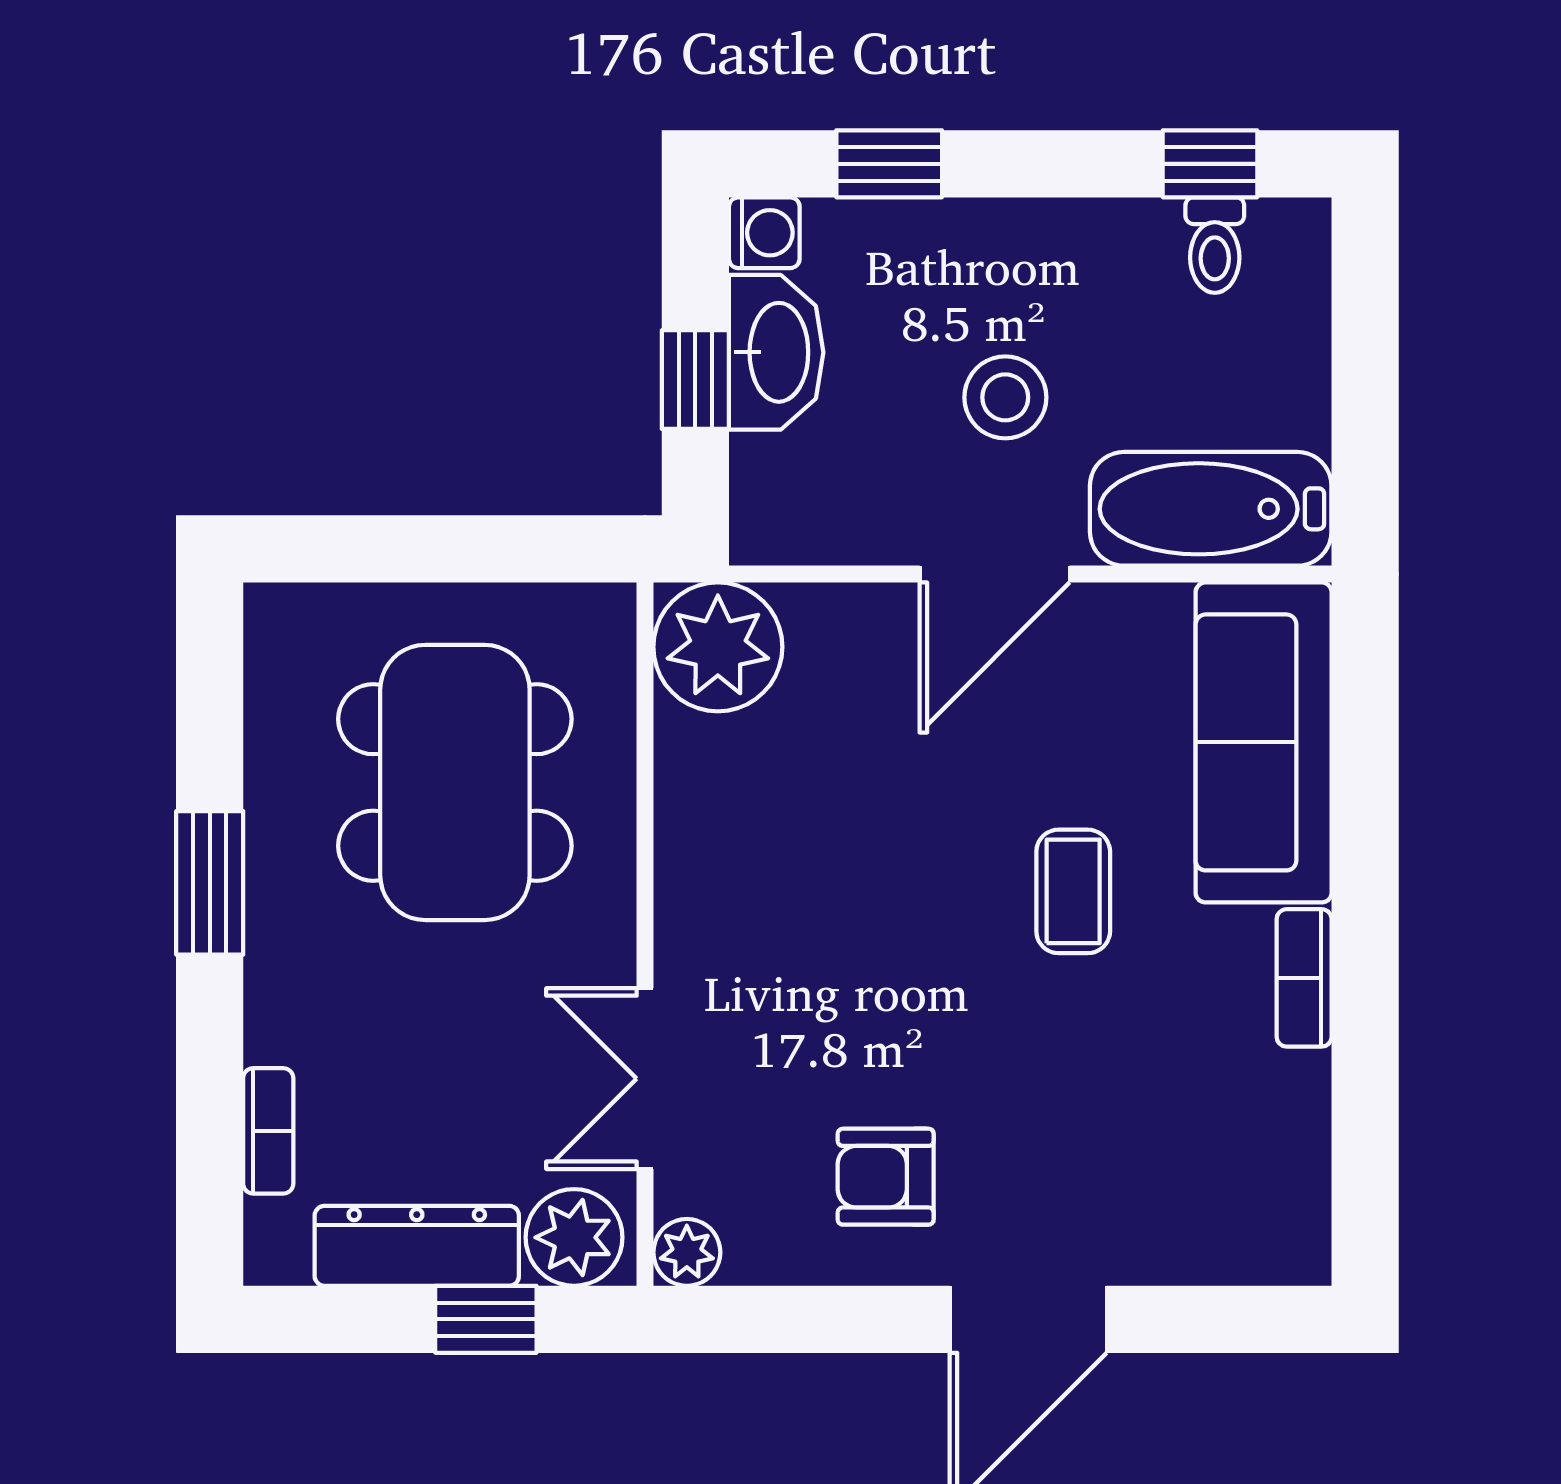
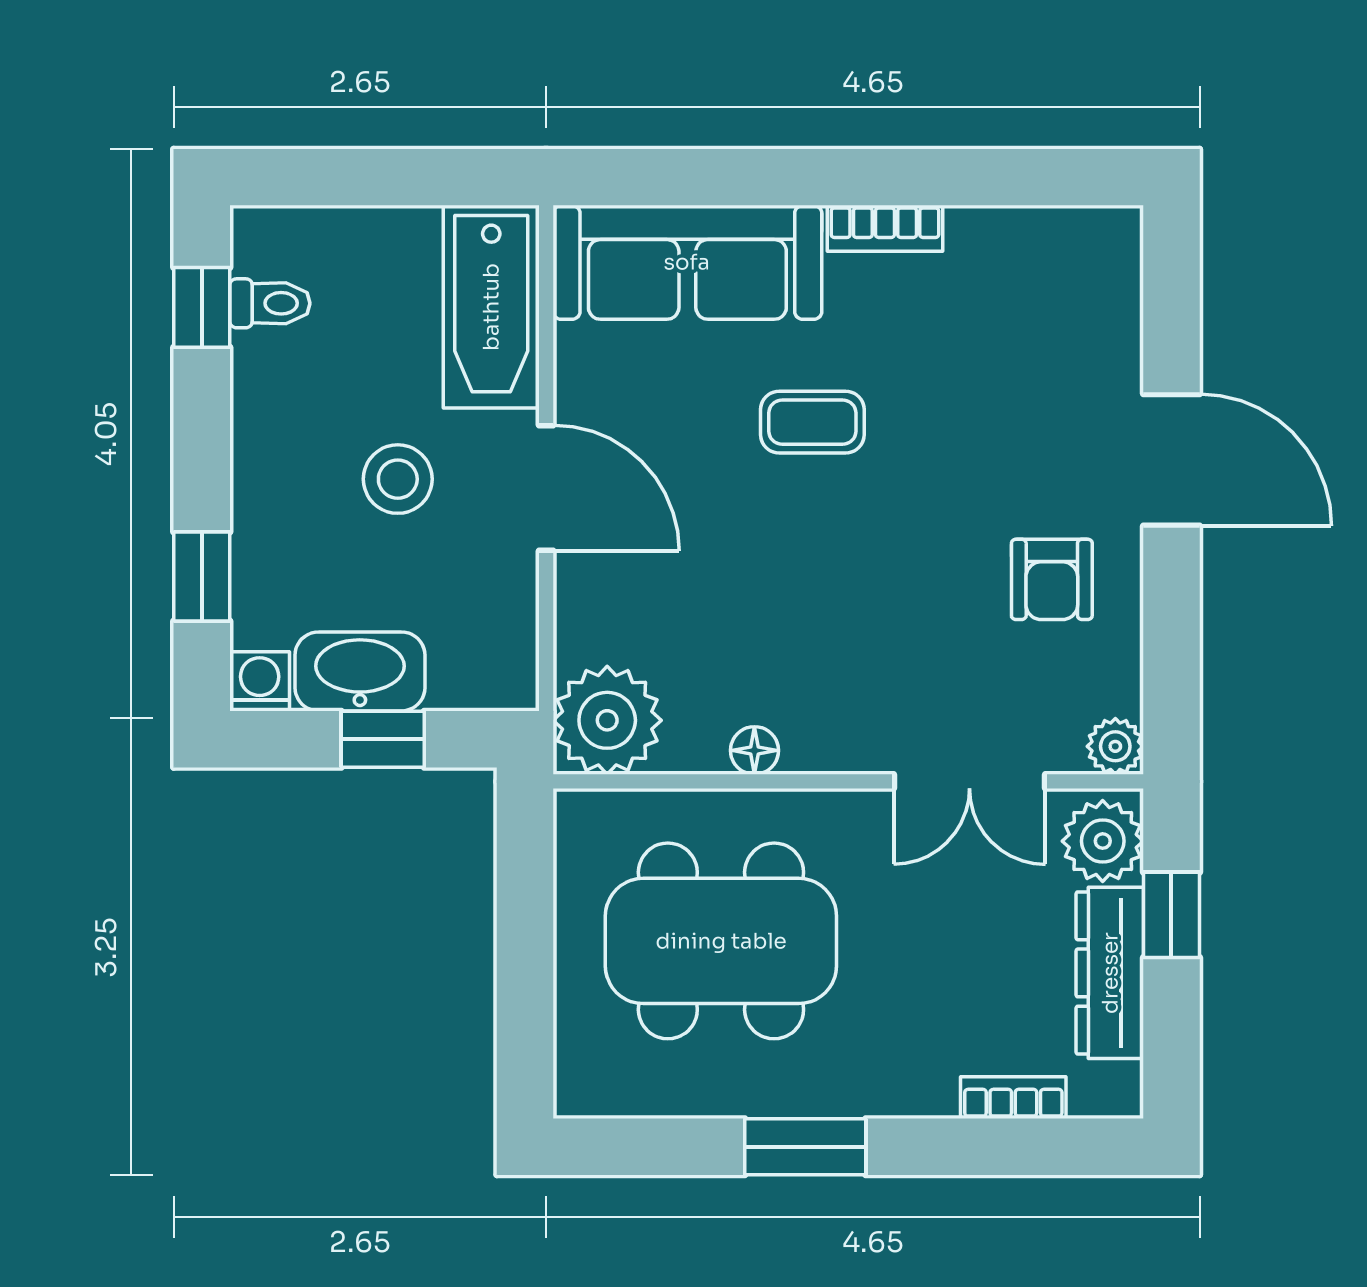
floor lamp: (682, 822) -> (754, 750), added

